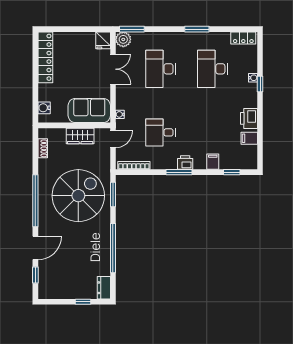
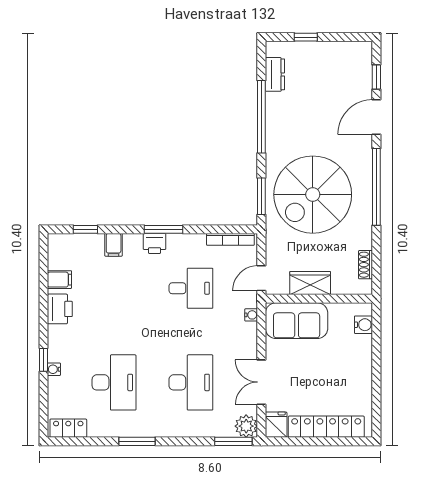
locker: (45, 57) -> (326, 427), moved, turned 90
dresser: (104, 288) -> (275, 74), moved

